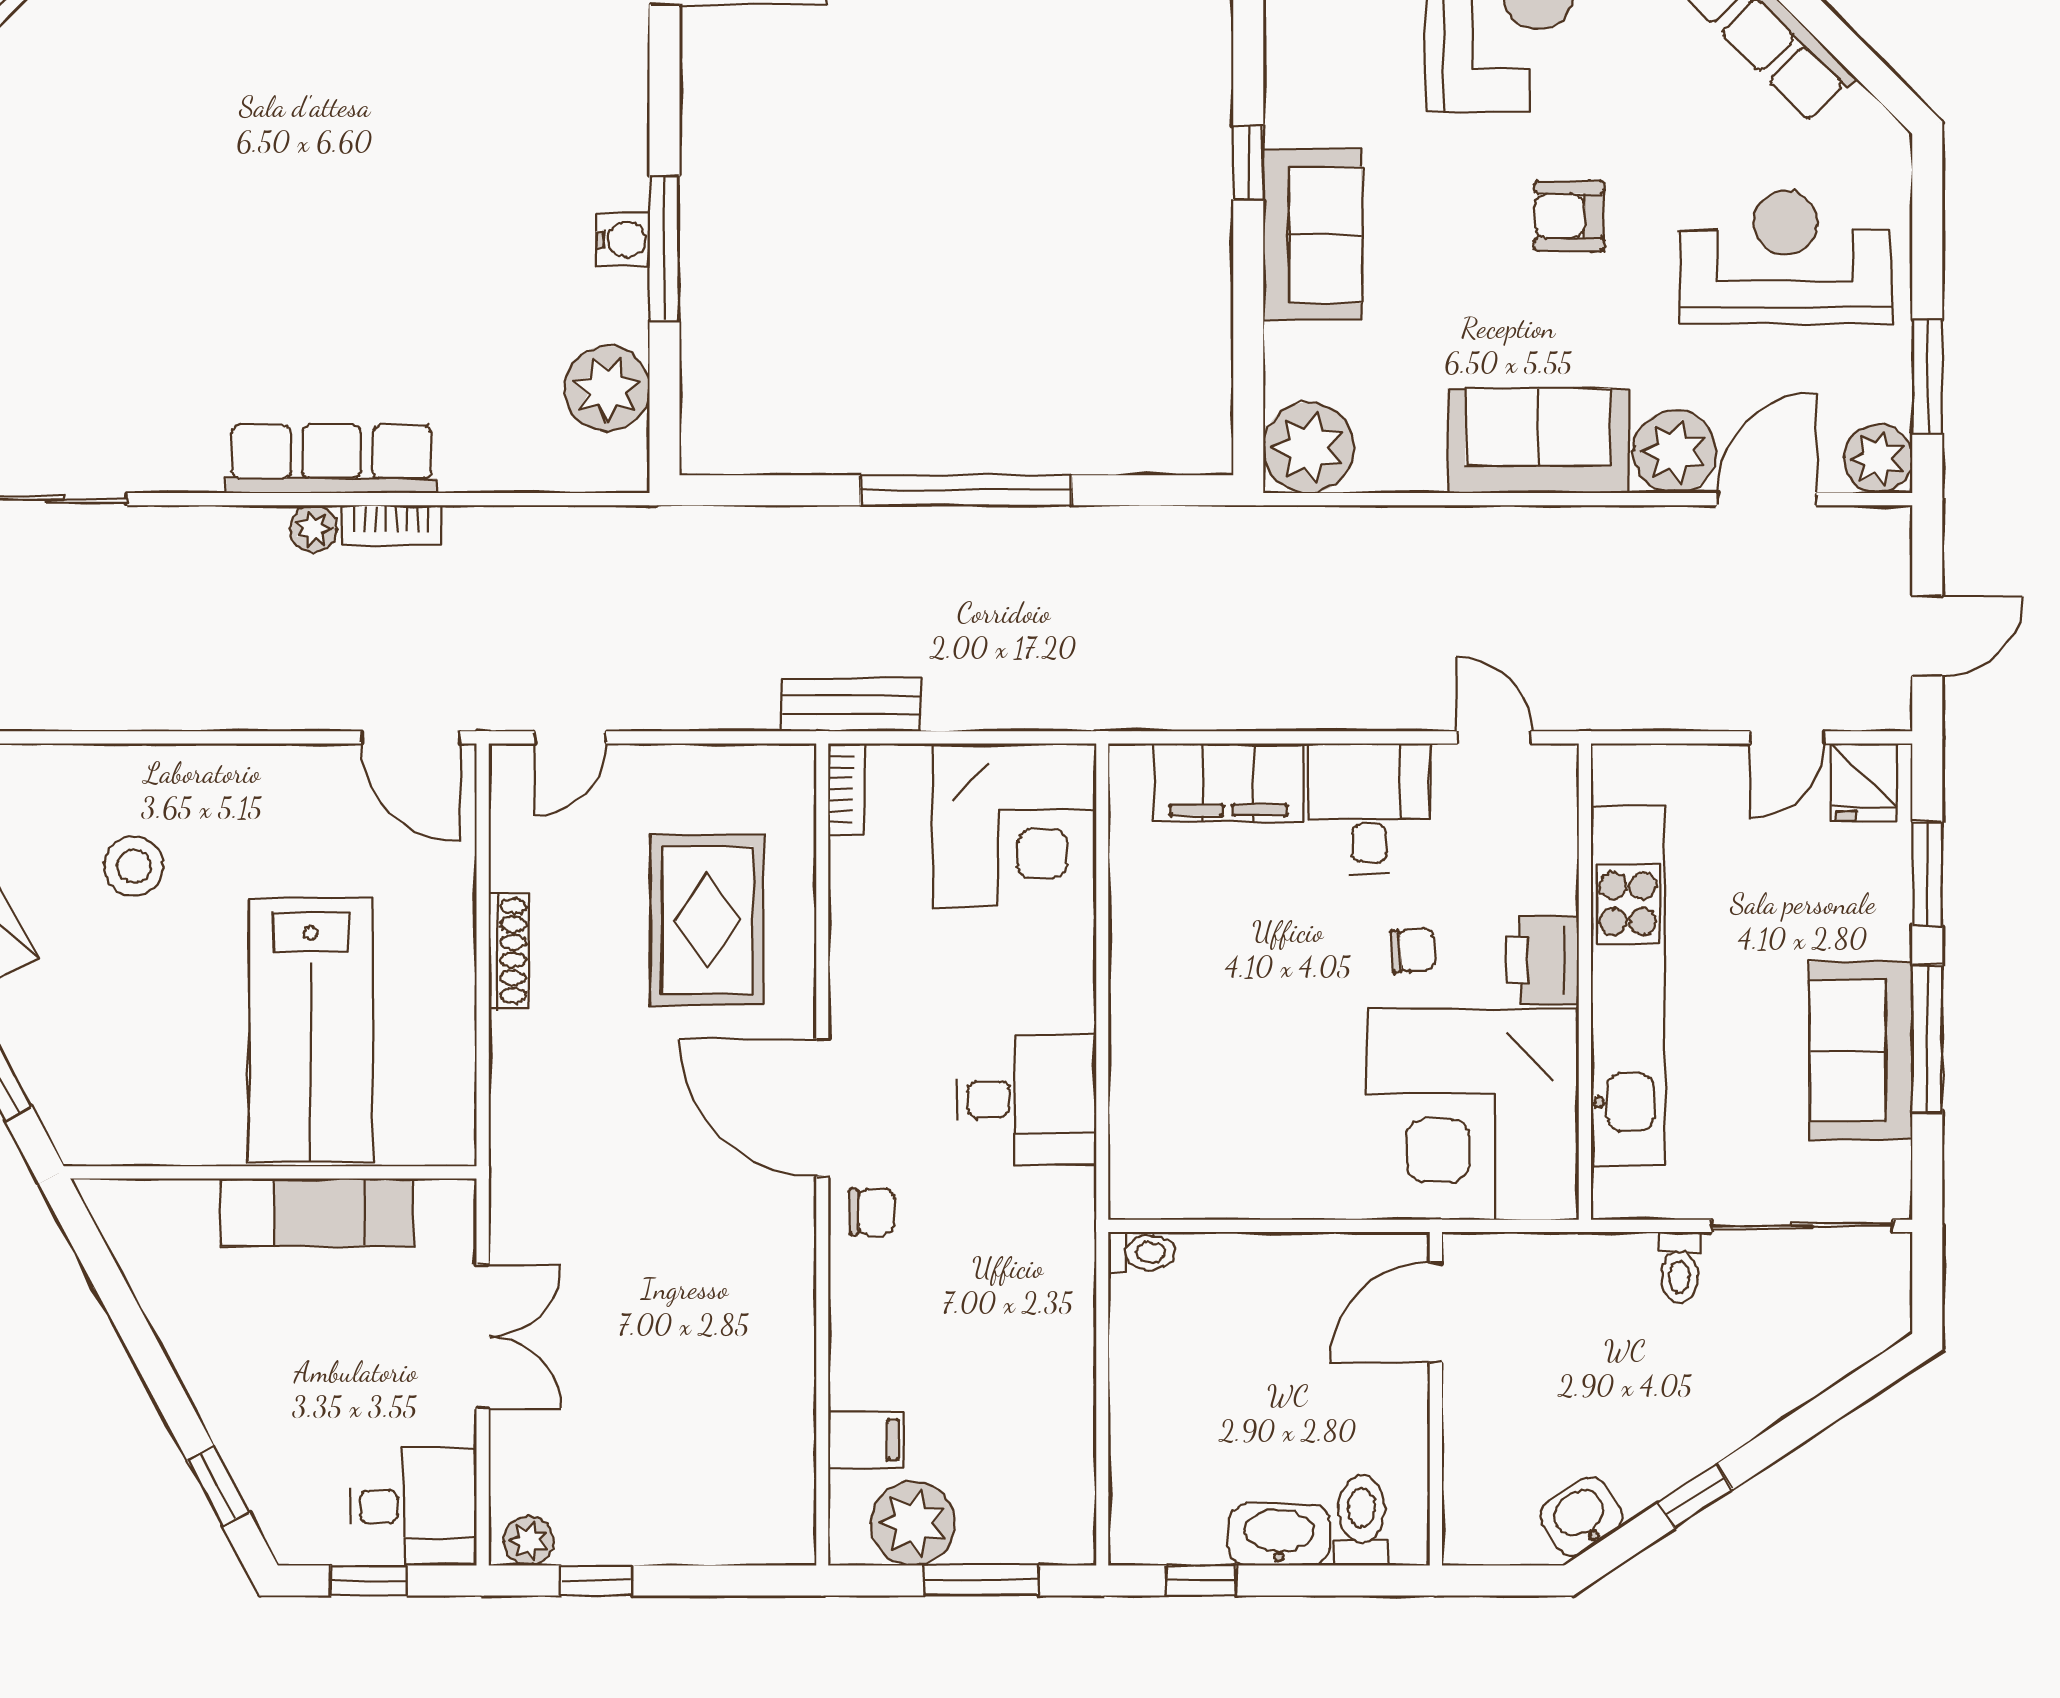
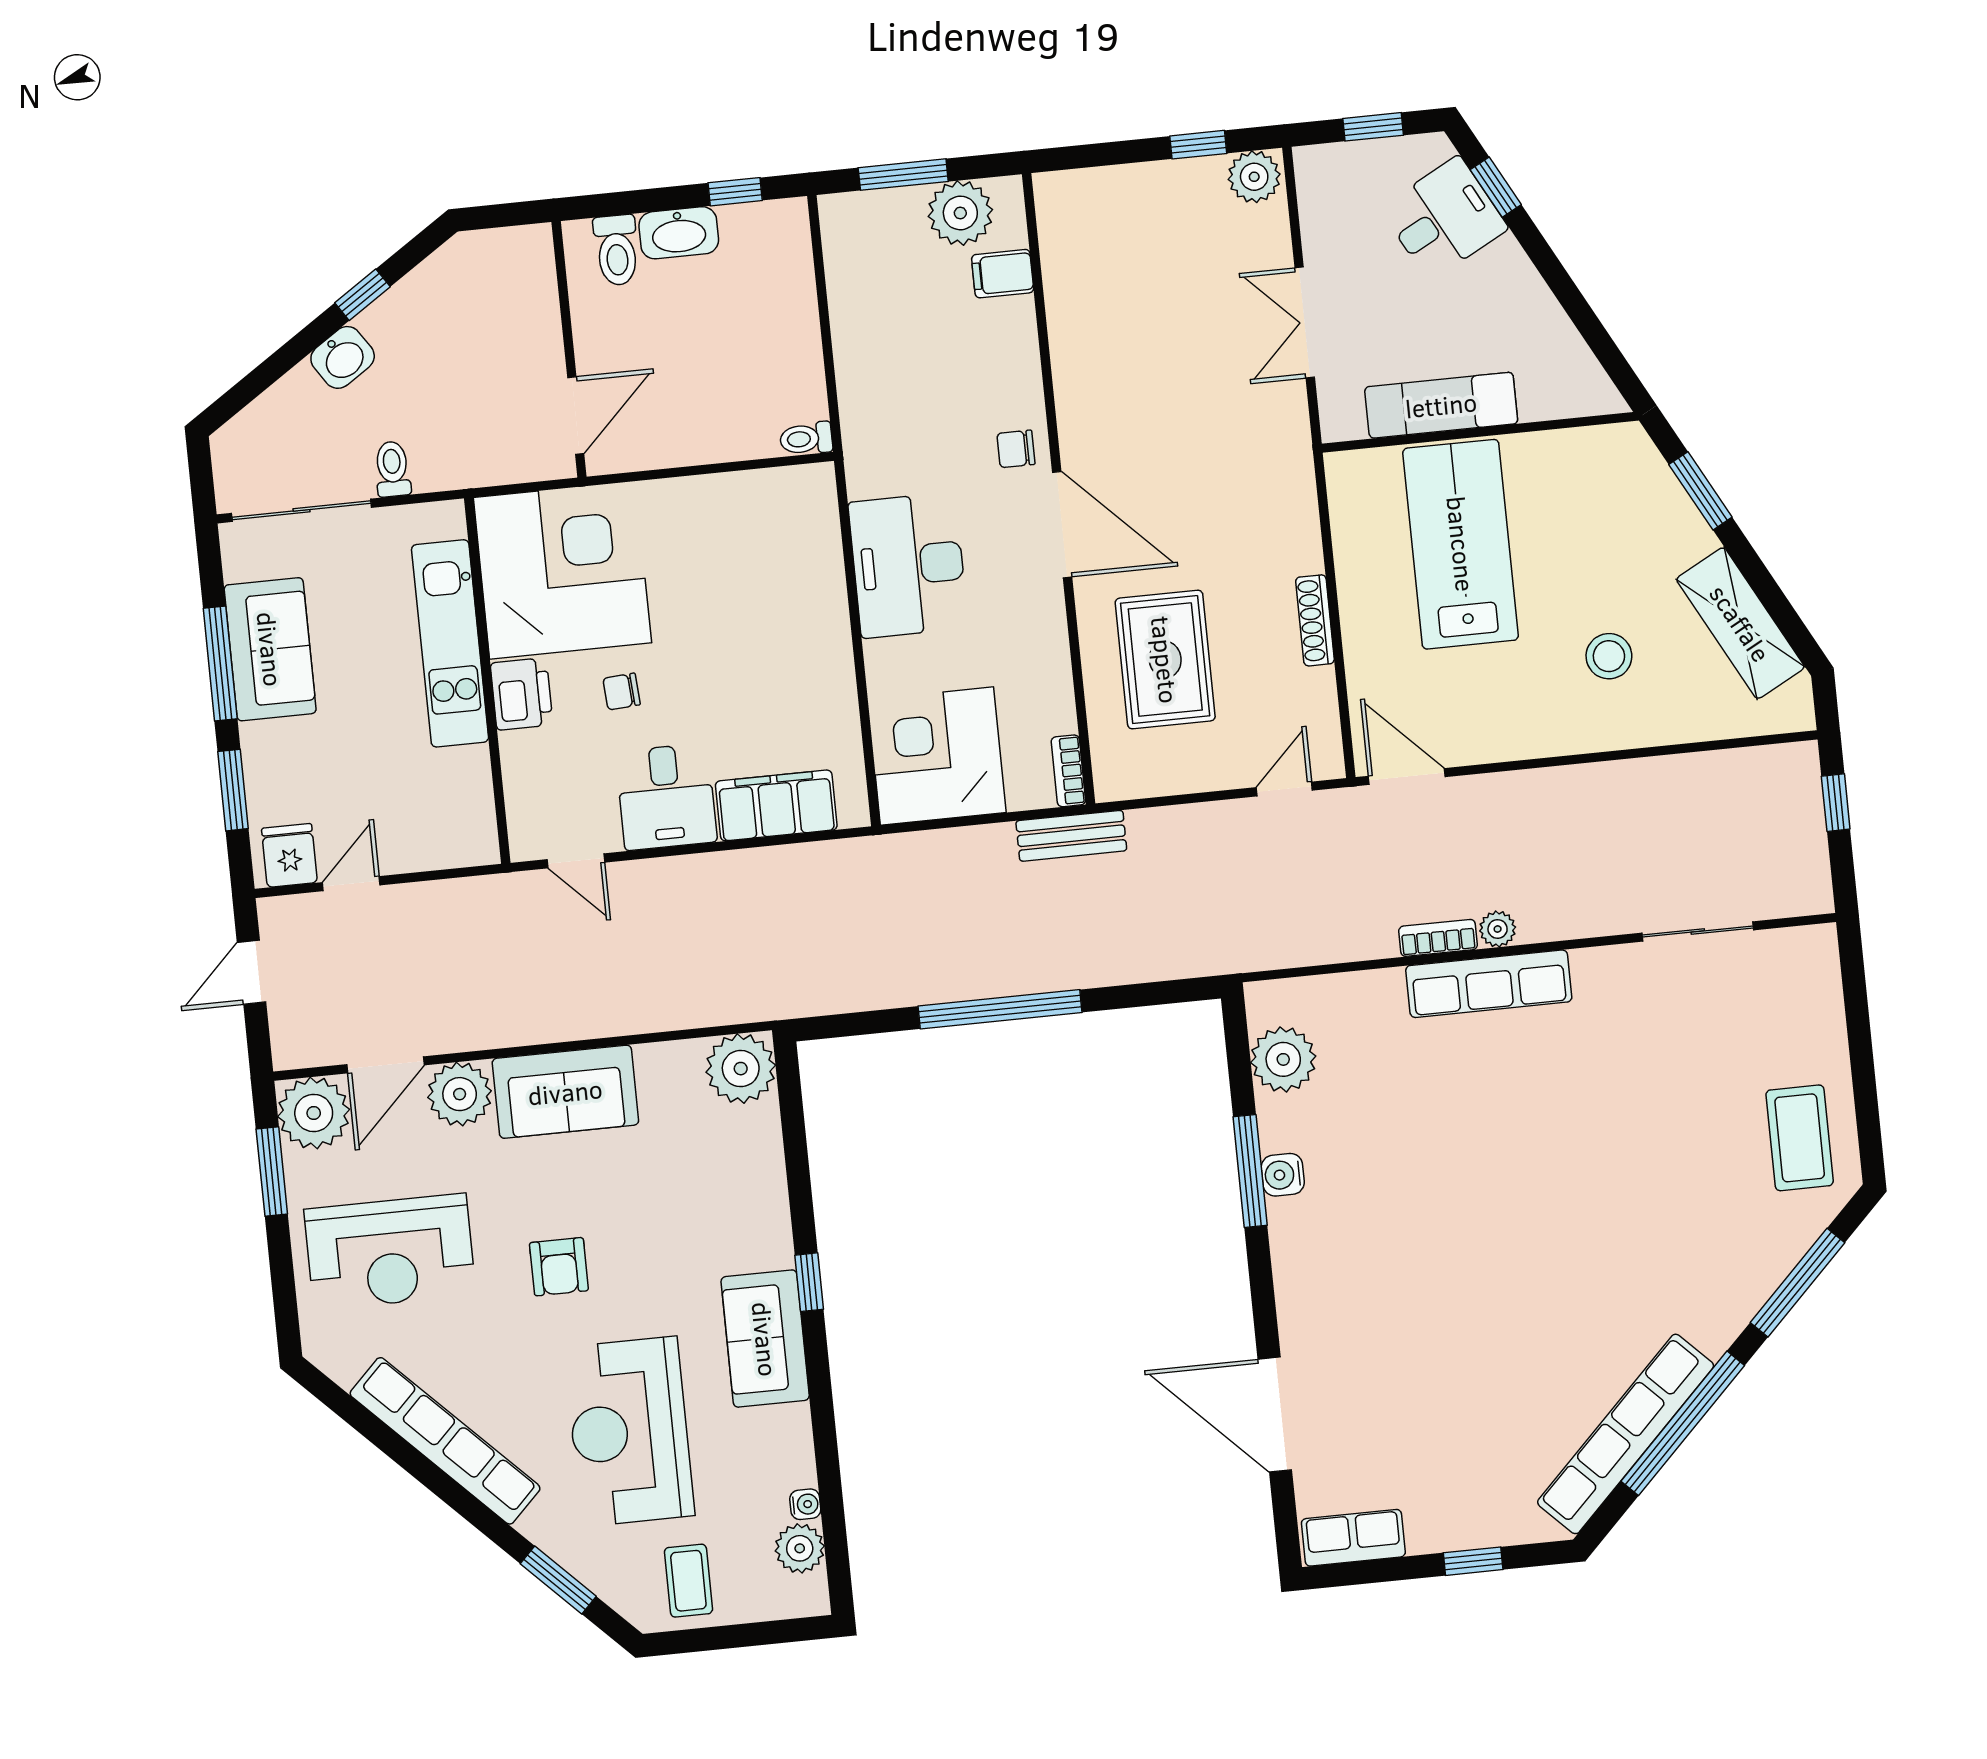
armchair: (1569, 216) -> (559, 1267), turned 90
sofa: (1312, 235) -> (765, 1339), moved
plant: (1878, 459) -> (314, 1113), width x1.36, depth x1.36
kitchen unit: (1628, 987) -> (450, 643), width x0.73
desk: (1026, 1100) -> (908, 565), width x1.37
desk: (413, 1507) -> (1444, 218), moved, turned 152
washbasin: (1581, 1517) -> (343, 357), moved
plant: (529, 1541) -> (1254, 177), width x1.38, depth x1.38

